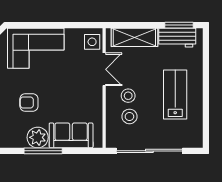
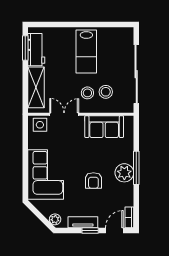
lab bench: (175, 94) -> (86, 51), turned -90
sofa: (71, 135) -> (104, 127), moved, turned -90

